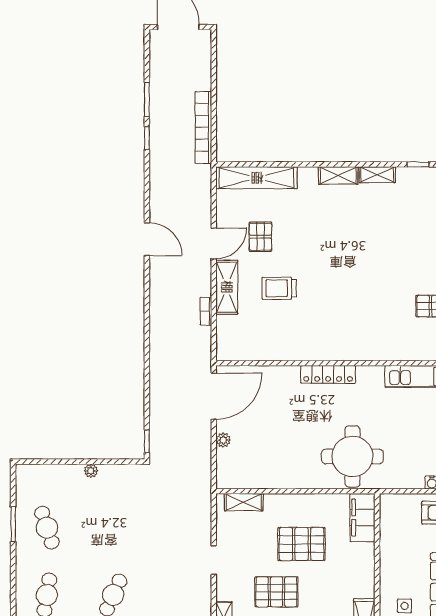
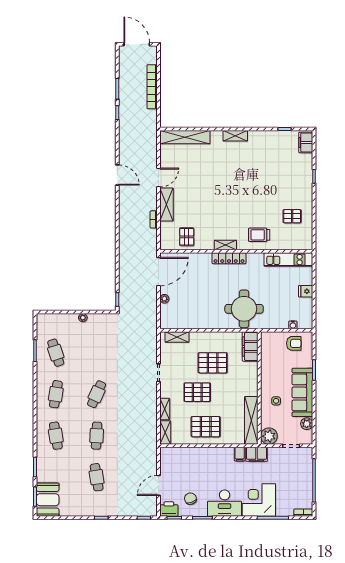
bookcase: (203, 127) -> (152, 87), moved
shelving: (377, 175) -> (225, 245), moved
pallet: (260, 237) -> (187, 237), moved
trolley: (279, 288) -> (259, 235), moved

